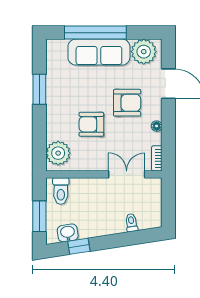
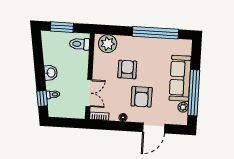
window: (95, 33) -> (194, 93), moved
plant: (144, 52) -> (183, 107), width x0.53, depth x0.53
window: (39, 89) -> (155, 33), width x2.11
washbasin: (68, 233) -> (51, 73), moved
window: (79, 246) -> (42, 98), moved

